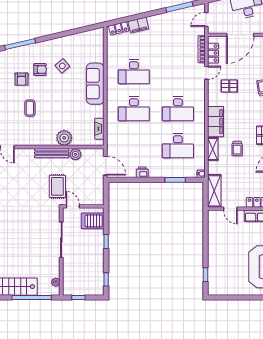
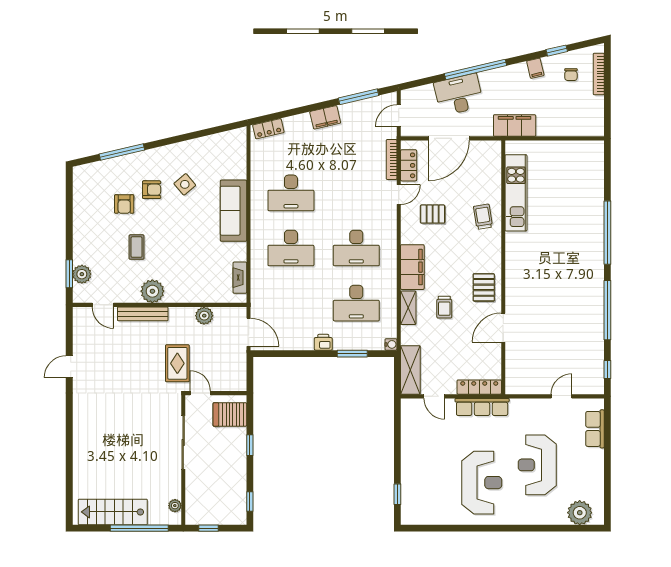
filing cabinet: (138, 25) -> (325, 117), moved
plant: (64, 138) -> (152, 291), moved
bench: (52, 153) -> (143, 314), moved
printer: (142, 172) -> (323, 342), moved

